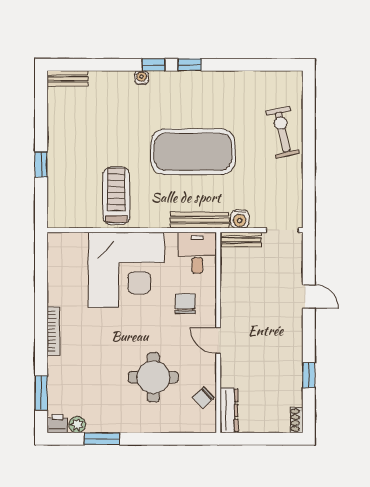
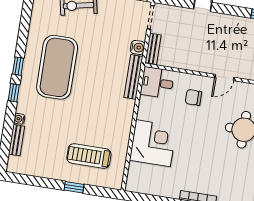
bench: (67, 78) -> (16, 140), moved
water cooler: (142, 78) -> (19, 119), moved
exercise mat: (193, 152) -> (57, 67), moved
treadmill: (116, 196) -> (89, 156), moved
corner desk: (126, 270) -> (153, 143), width x0.74, depth x0.74

